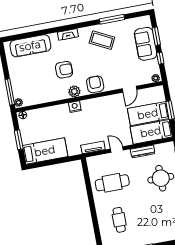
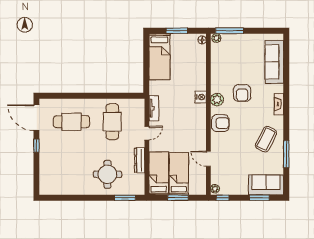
sofa: (146, 44) -> (266, 185), moved
window: (160, 58) -> (223, 198), moved
cafe table: (119, 220) -> (71, 122), width x1.37, depth x1.35

